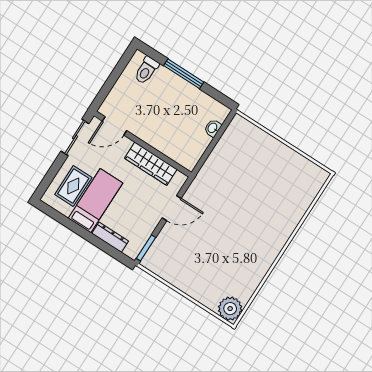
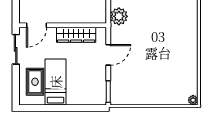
plant: (210, 174) -> (119, 16), added
dresser: (110, 237) -> (81, 100), removed
plant: (230, 309) -> (193, 100), width x0.53, depth x0.53

